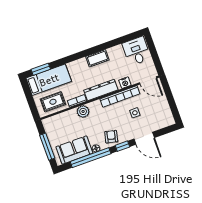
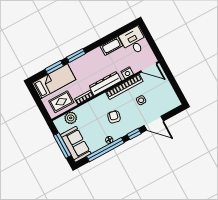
window: (75, 57) -> (76, 55), added
cot: (97, 58) -> (111, 46), moved
window: (41, 69) -> (54, 67), moved
plant: (83, 111) -> (71, 118), moved
armchair: (111, 137) -> (114, 117), moved
sofa: (74, 150) -> (76, 144), moved, turned 90

